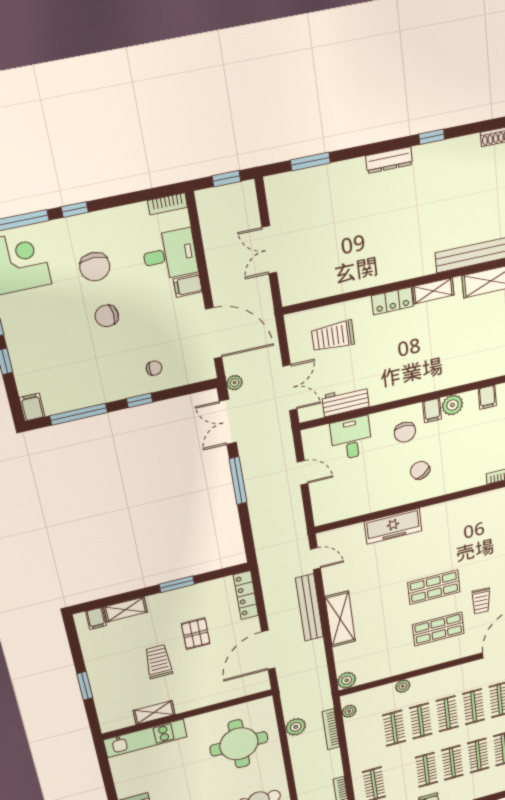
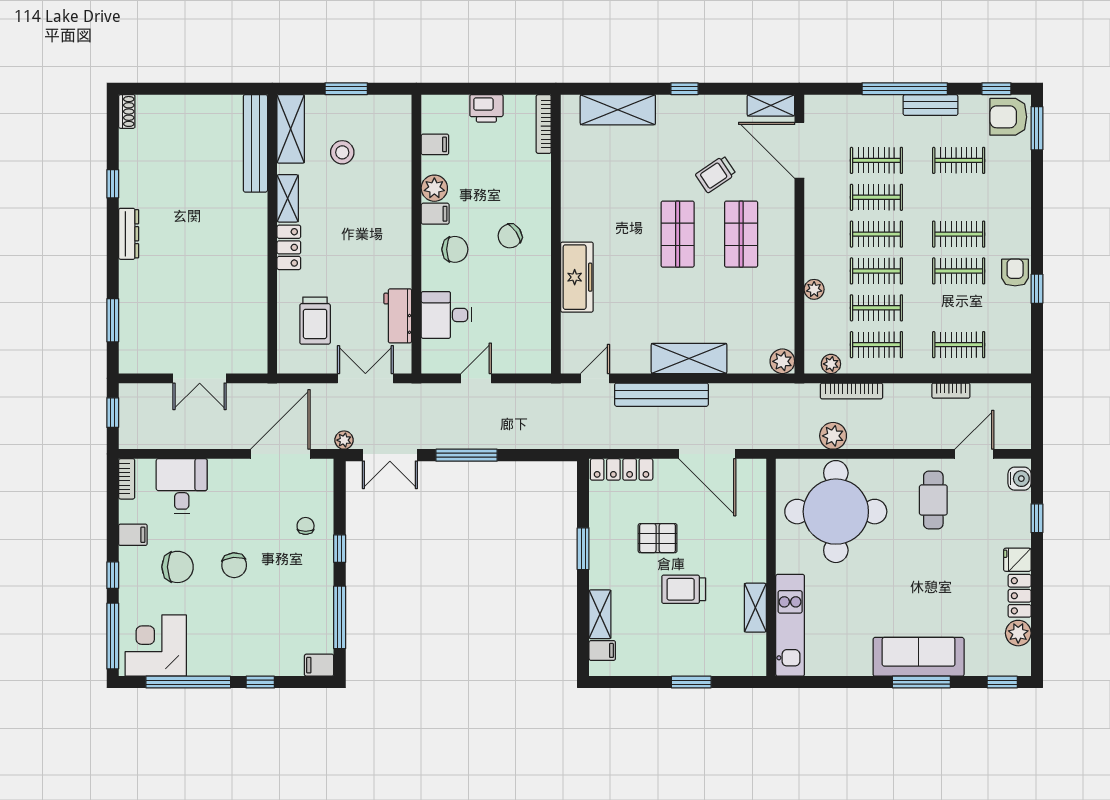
filing cabinet: (188, 286) -> (133, 535), moved, turned -90
stool: (475, 327) -> (342, 152), added
trolley: (481, 601) -> (716, 174), turned 143
round table: (239, 744) -> (836, 512), width x1.36, depth x1.36
clothes rail: (478, 756) -> (876, 345), moved

